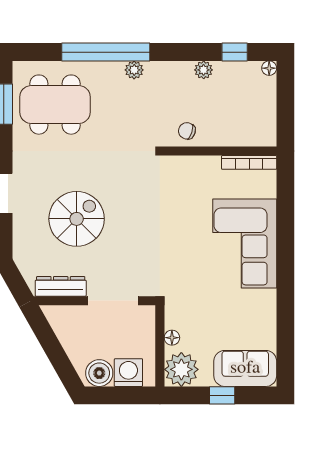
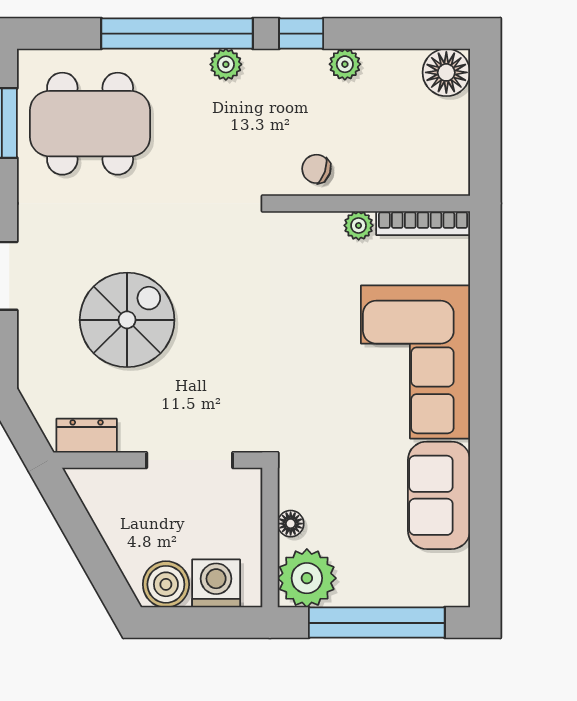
window: (235, 52) -> (301, 34), moved
floor lamp: (269, 68) -> (446, 72), width x1.89, depth x1.89
plant: (212, 164) -> (359, 225), added
dresser: (61, 286) -> (87, 436), width x0.70
sofa: (245, 368) -> (439, 495), moved, turned -90
window: (222, 395) -> (377, 623), width x3.17

